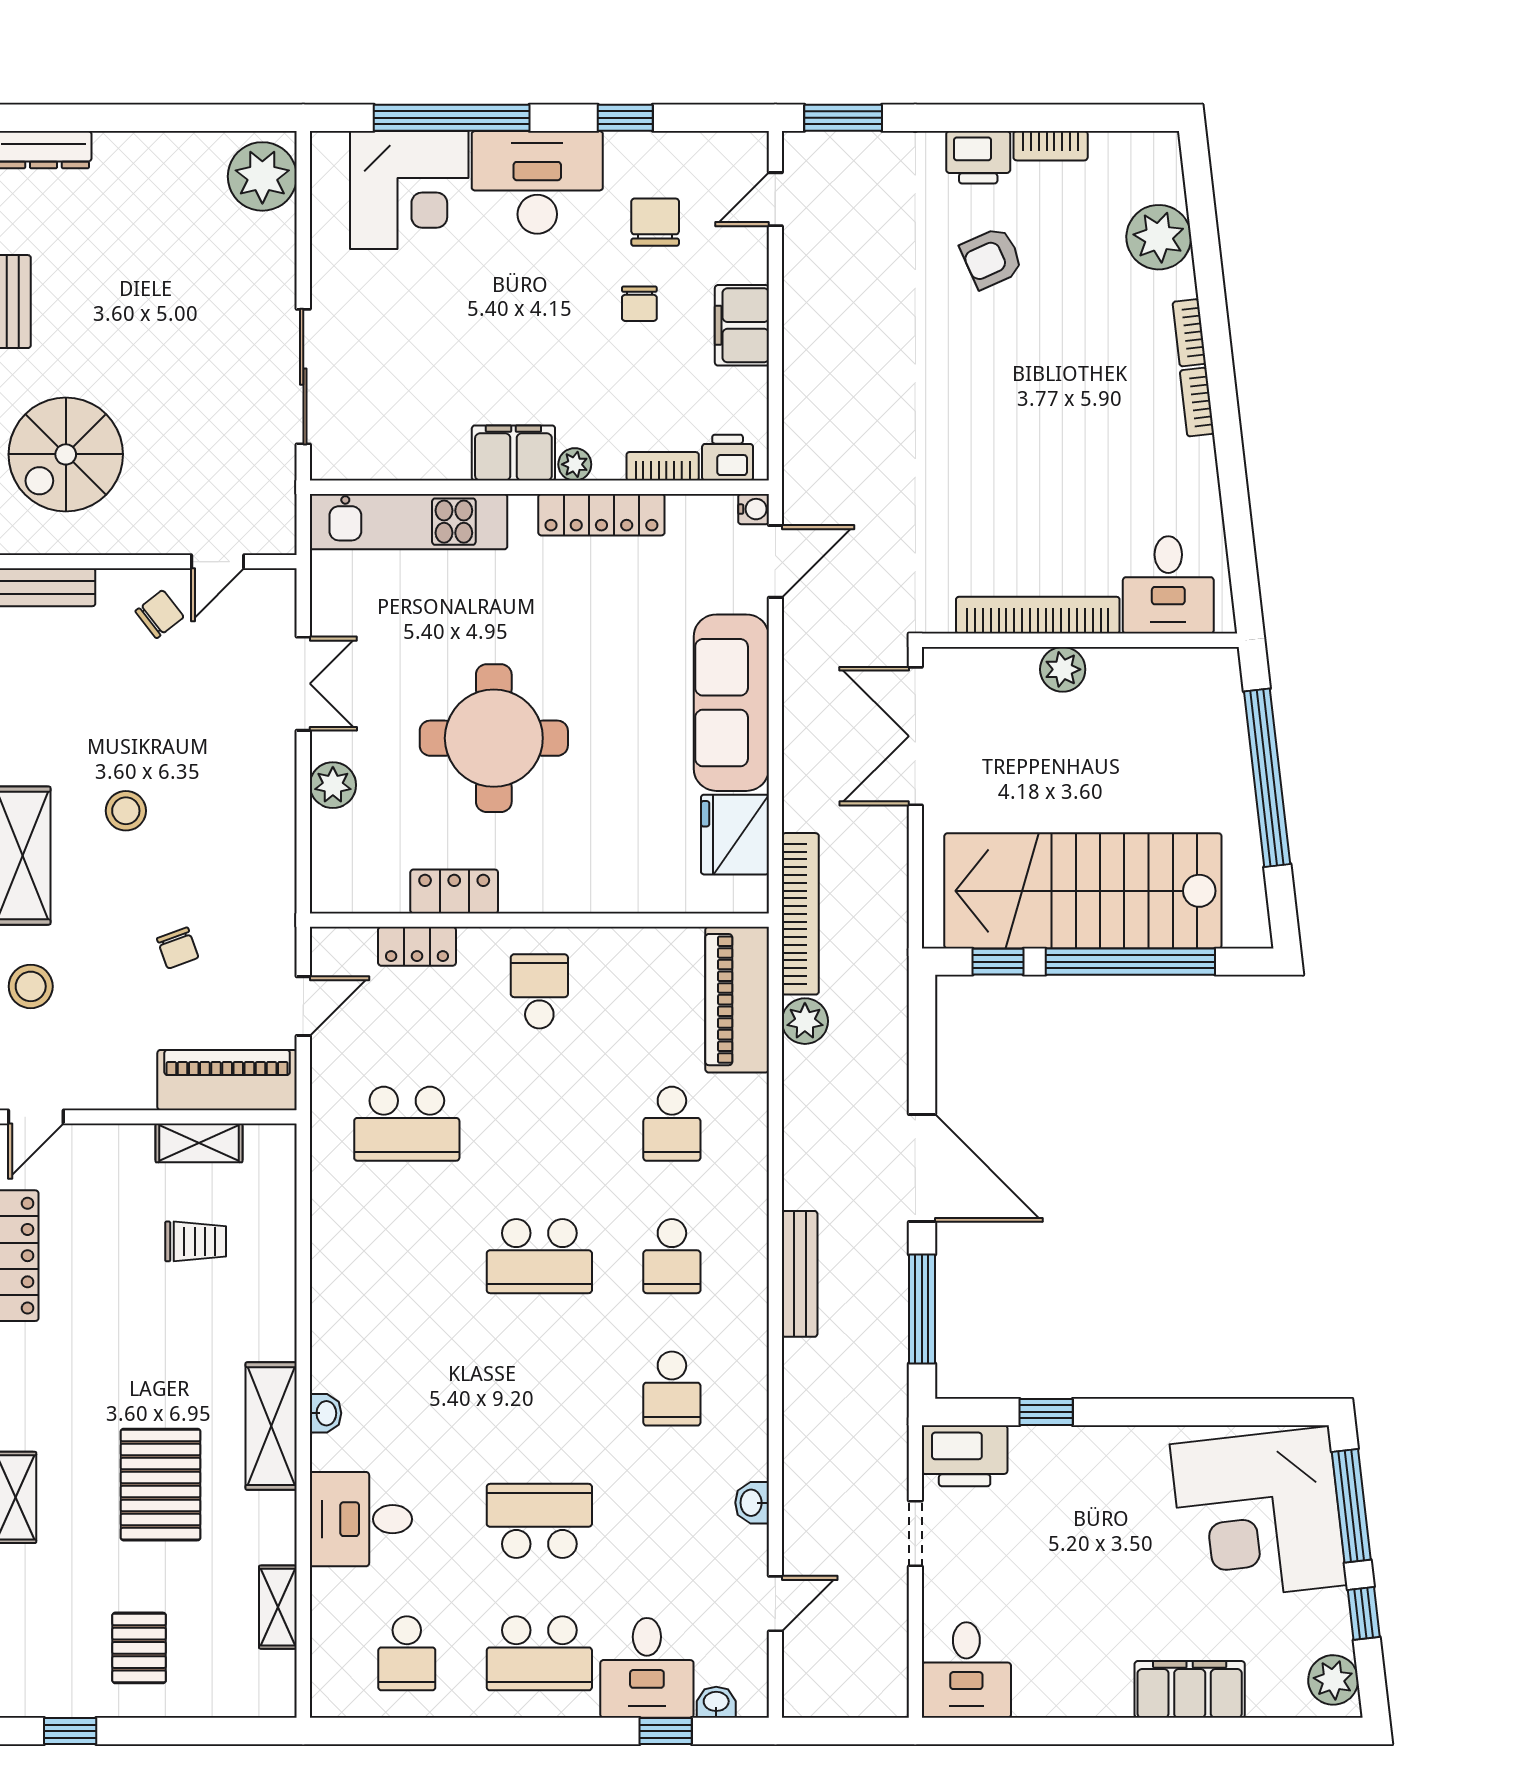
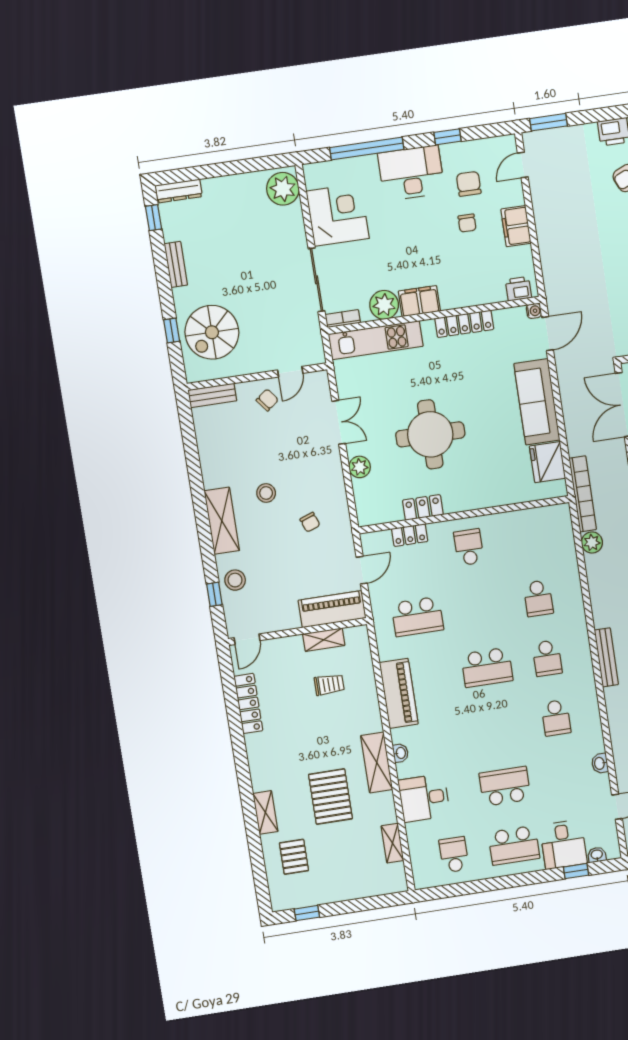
corner desk: (409, 190) -> (338, 215), moved, turned -90
plant: (575, 464) -> (384, 305), moved, width x1.88, depth x1.88
bookcase: (663, 466) -> (343, 319), moved
chair: (178, 948) -> (310, 522), moved
piano: (737, 1000) -> (399, 693), moved, turned 180
pallet: (139, 1648) -> (294, 857), moved
school desk: (407, 1653) -> (454, 855), turned 180

